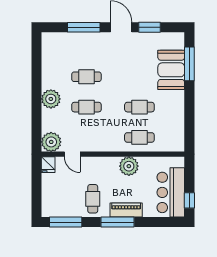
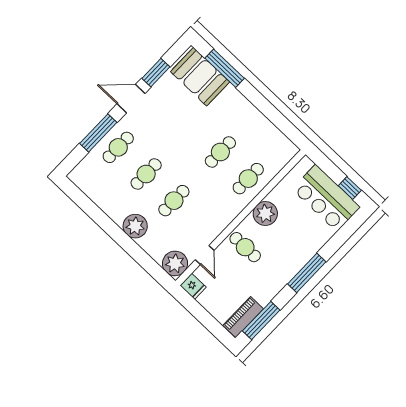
cafe table: (86, 46) -> (118, 147), added
booth: (171, 70) -> (200, 77), moved
door: (72, 154) -> (205, 255), hinge flipped
cafe table: (93, 199) -> (245, 247), moved
piano: (126, 210) -> (243, 317), moved

